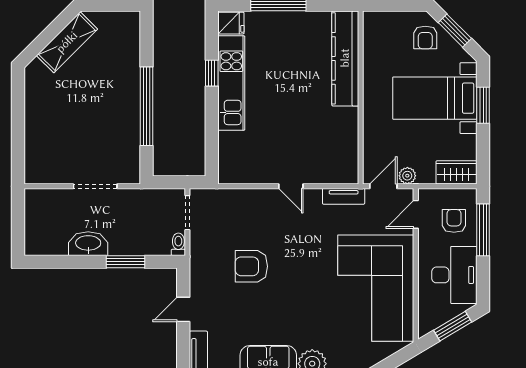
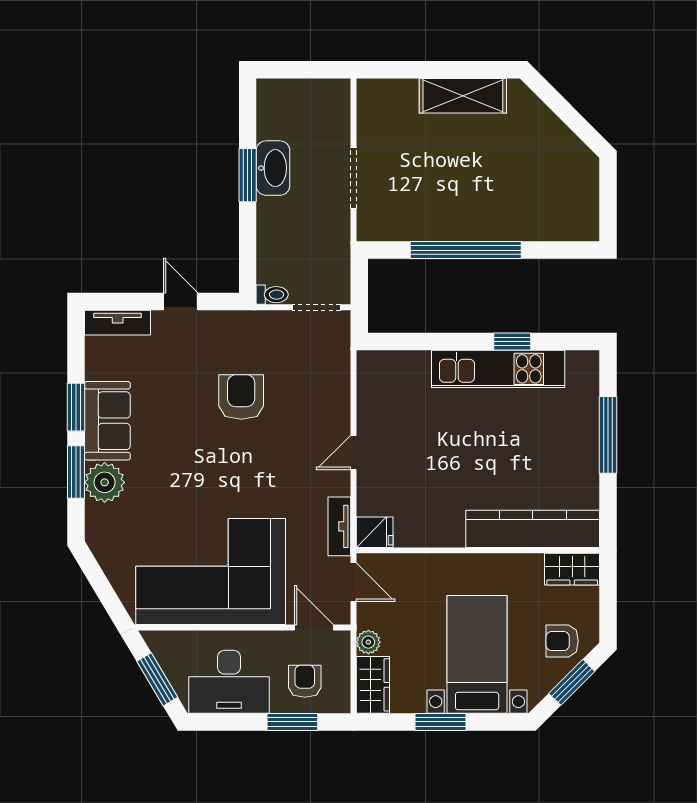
fridge: (231, 23) -> (375, 532), moved, turned -90
wardrobe: (374, 30) -> (572, 569), added
shelving: (67, 42) -> (463, 96), moved, turned -45
window: (483, 105) -> (440, 722), moved
plant: (407, 176) -> (368, 642), moved
armchair: (454, 221) -> (305, 681), turned -90
window: (483, 230) -> (292, 722), width x0.69
window: (125, 262) -> (248, 175), moved

